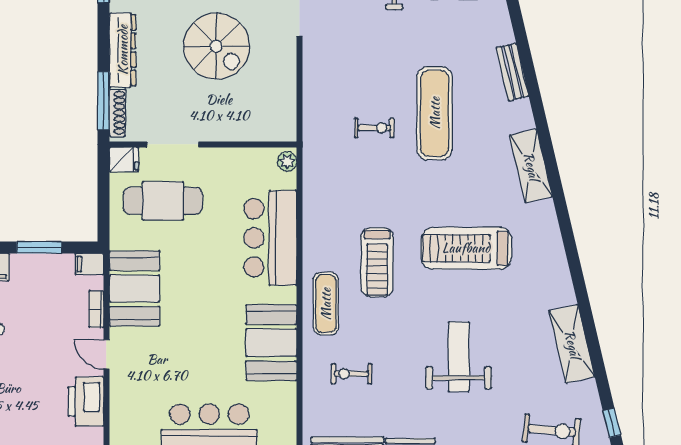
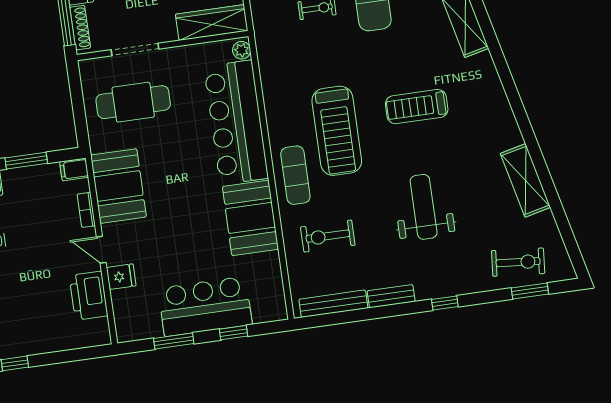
wardrobe: (259, 127) -> (212, 22), added
fridge: (124, 159) -> (121, 277), moved
bar counter: (270, 238) -> (236, 122), width x1.36
treadmill: (466, 248) -> (417, 107), width x0.73, depth x0.73
treadmill: (377, 262) -> (337, 131), width x1.37, depth x1.38
exercise bike: (352, 374) -> (328, 236), width x1.38, depth x1.39
window: (612, 423) -> (572, 248), removed

